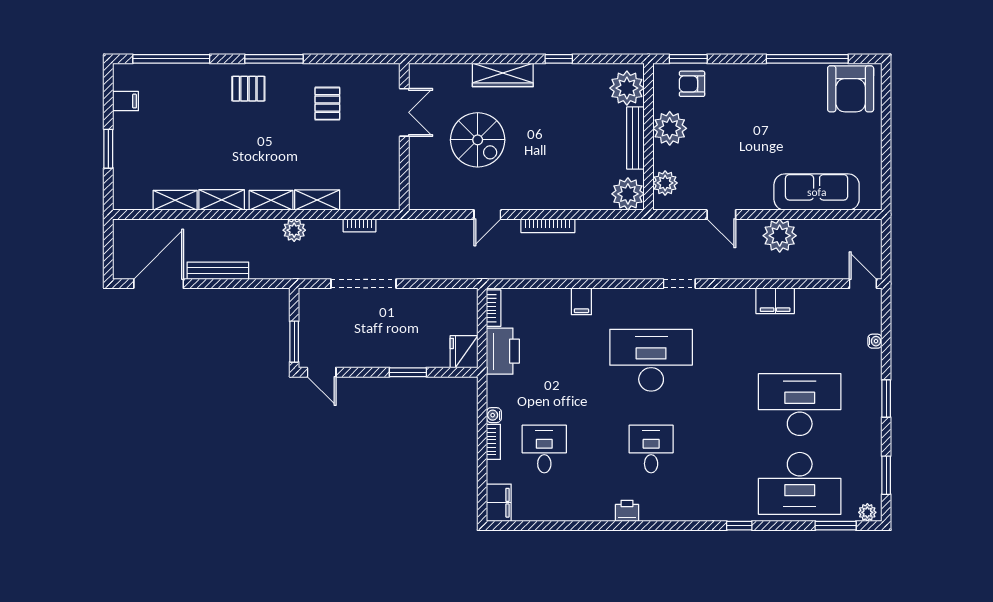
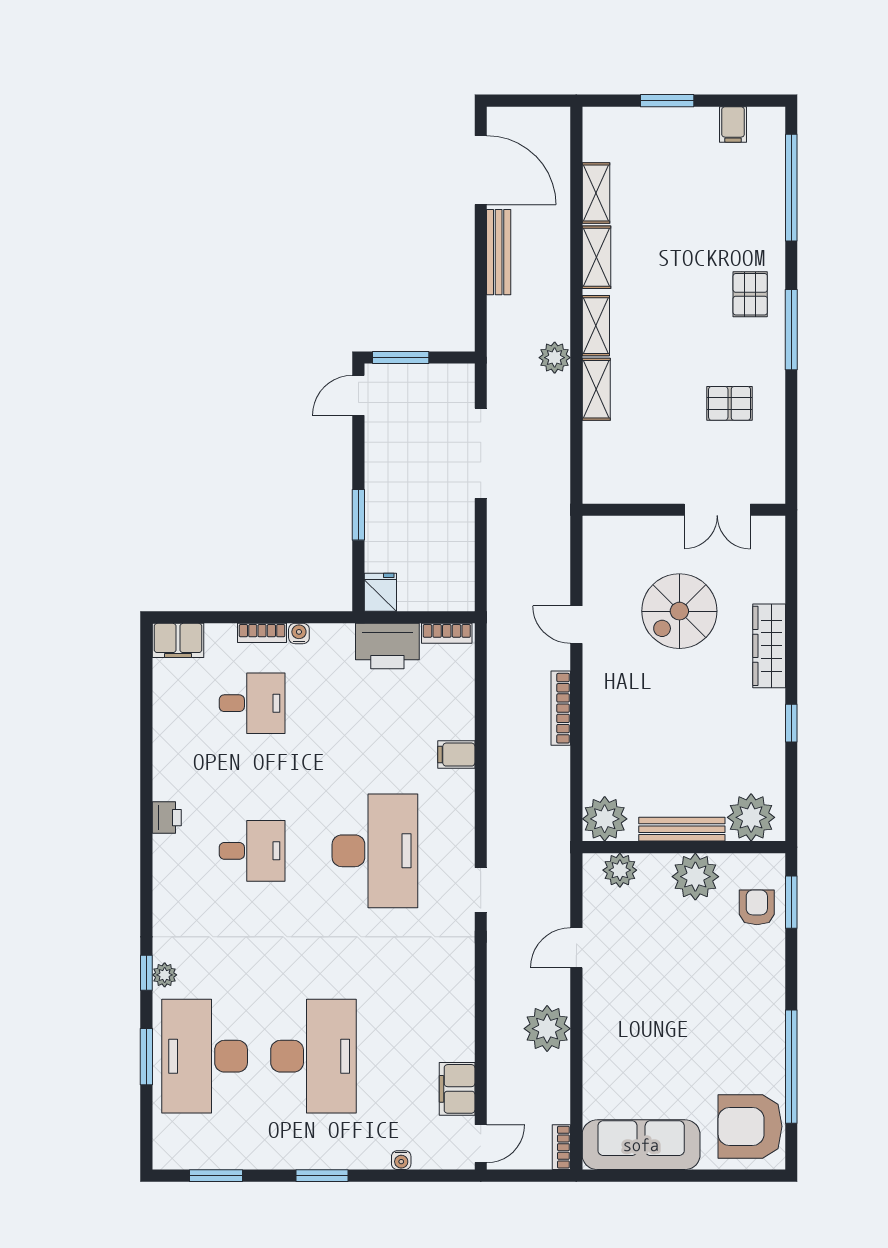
sofa: (817, 192) -> (641, 1145), moved, turned -90
bookcase: (359, 225) -> (561, 1147), moved
filing cabinet: (775, 301) -> (457, 1089), moved
fridge: (464, 352) -> (380, 592), width x0.72
plant: (867, 512) -> (165, 975), moved
window: (836, 526) -> (146, 1057), moved

